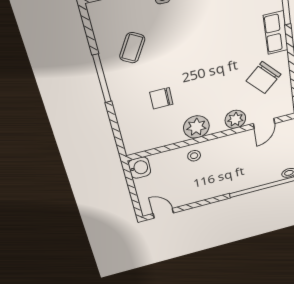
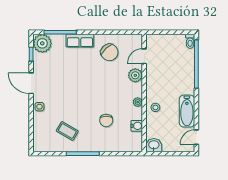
door: (264, 123) -> (144, 56), swing flipped
plant: (196, 127) -> (138, 102), width x0.53, depth x0.53
water cooler: (162, 140) -> (137, 126), added
bathtub: (197, 193) -> (187, 111), added

